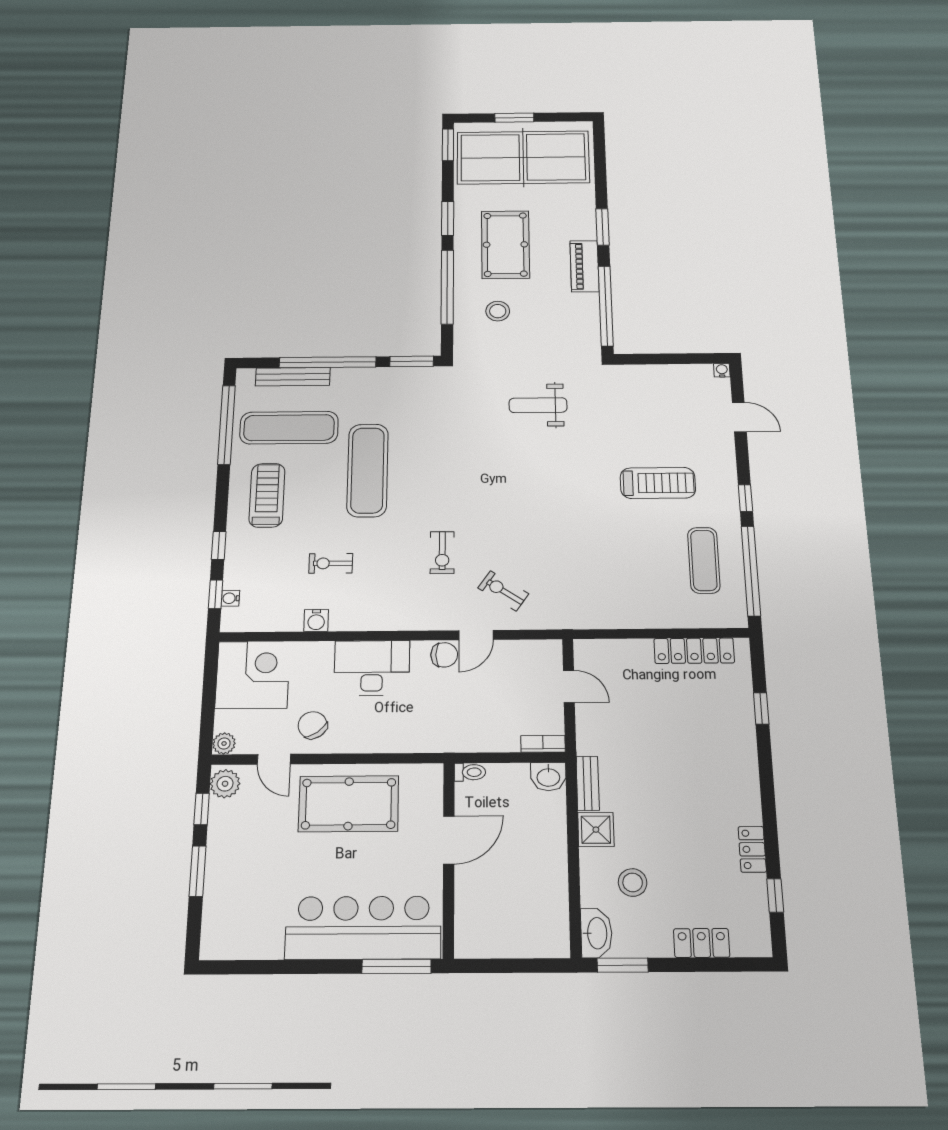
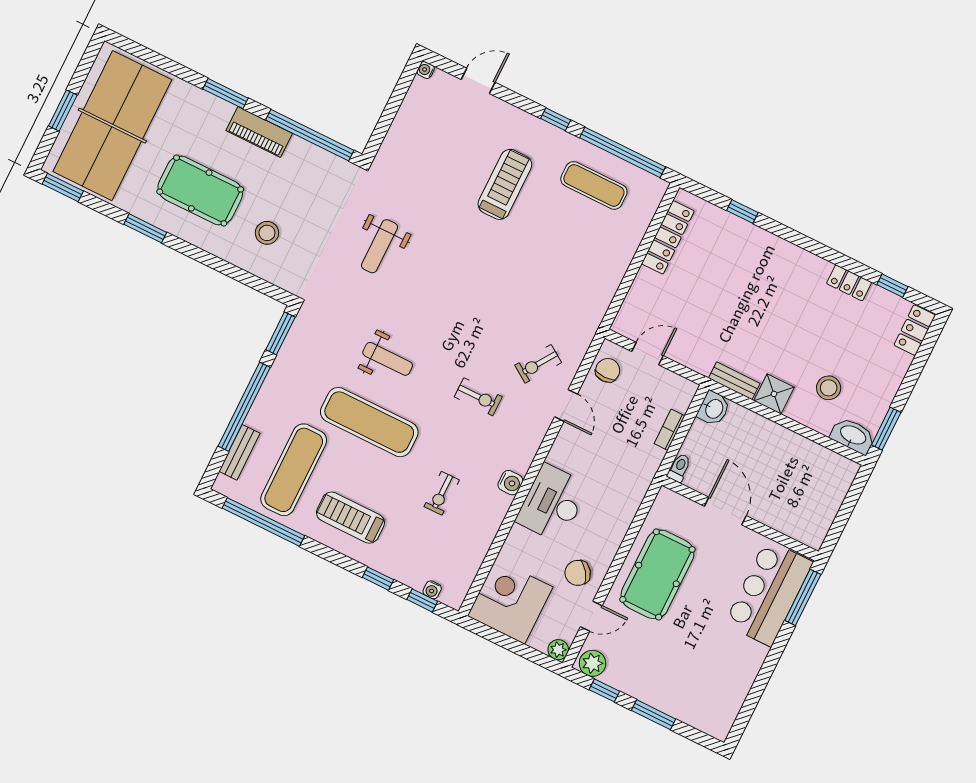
window: (447, 287) -> (219, 265), removed
bench: (293, 377) -> (239, 452), width x0.73
weight bench: (436, 459) -> (388, 359), added
water cooler: (316, 620) -> (510, 483), moved
chair: (444, 655) -> (608, 370), moved
bookcase: (543, 744) -> (670, 430), moved
bar counter: (363, 928) -> (769, 593), width x0.73
locker: (702, 943) -> (915, 330), moved

